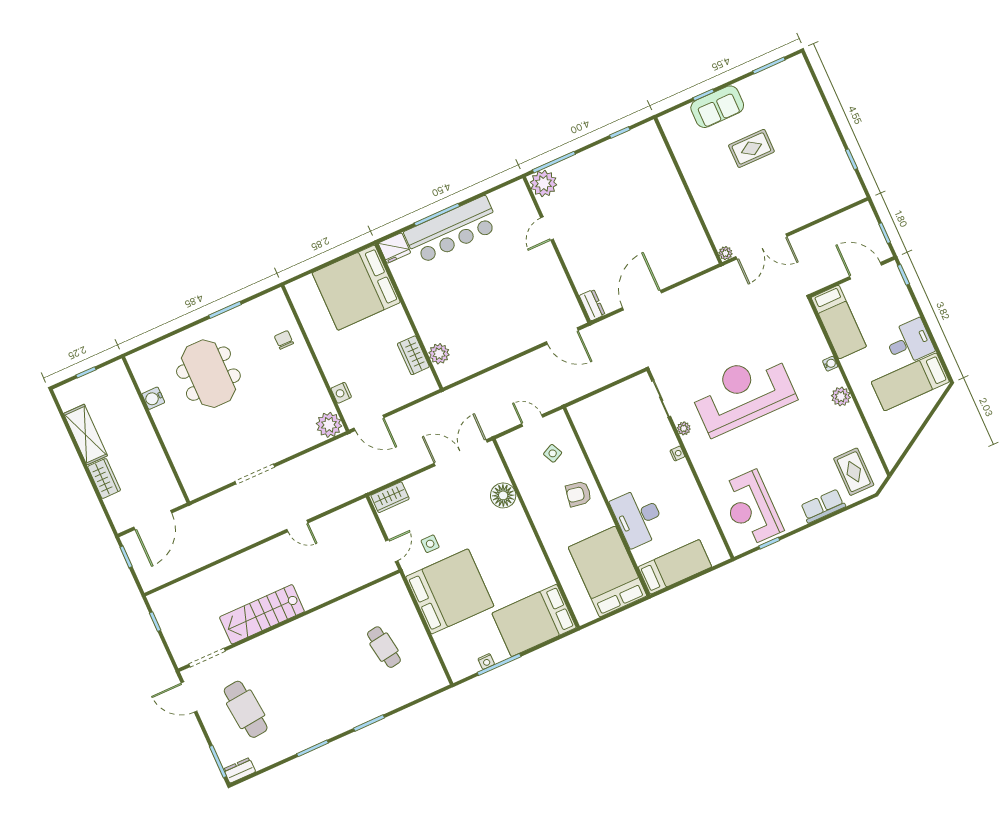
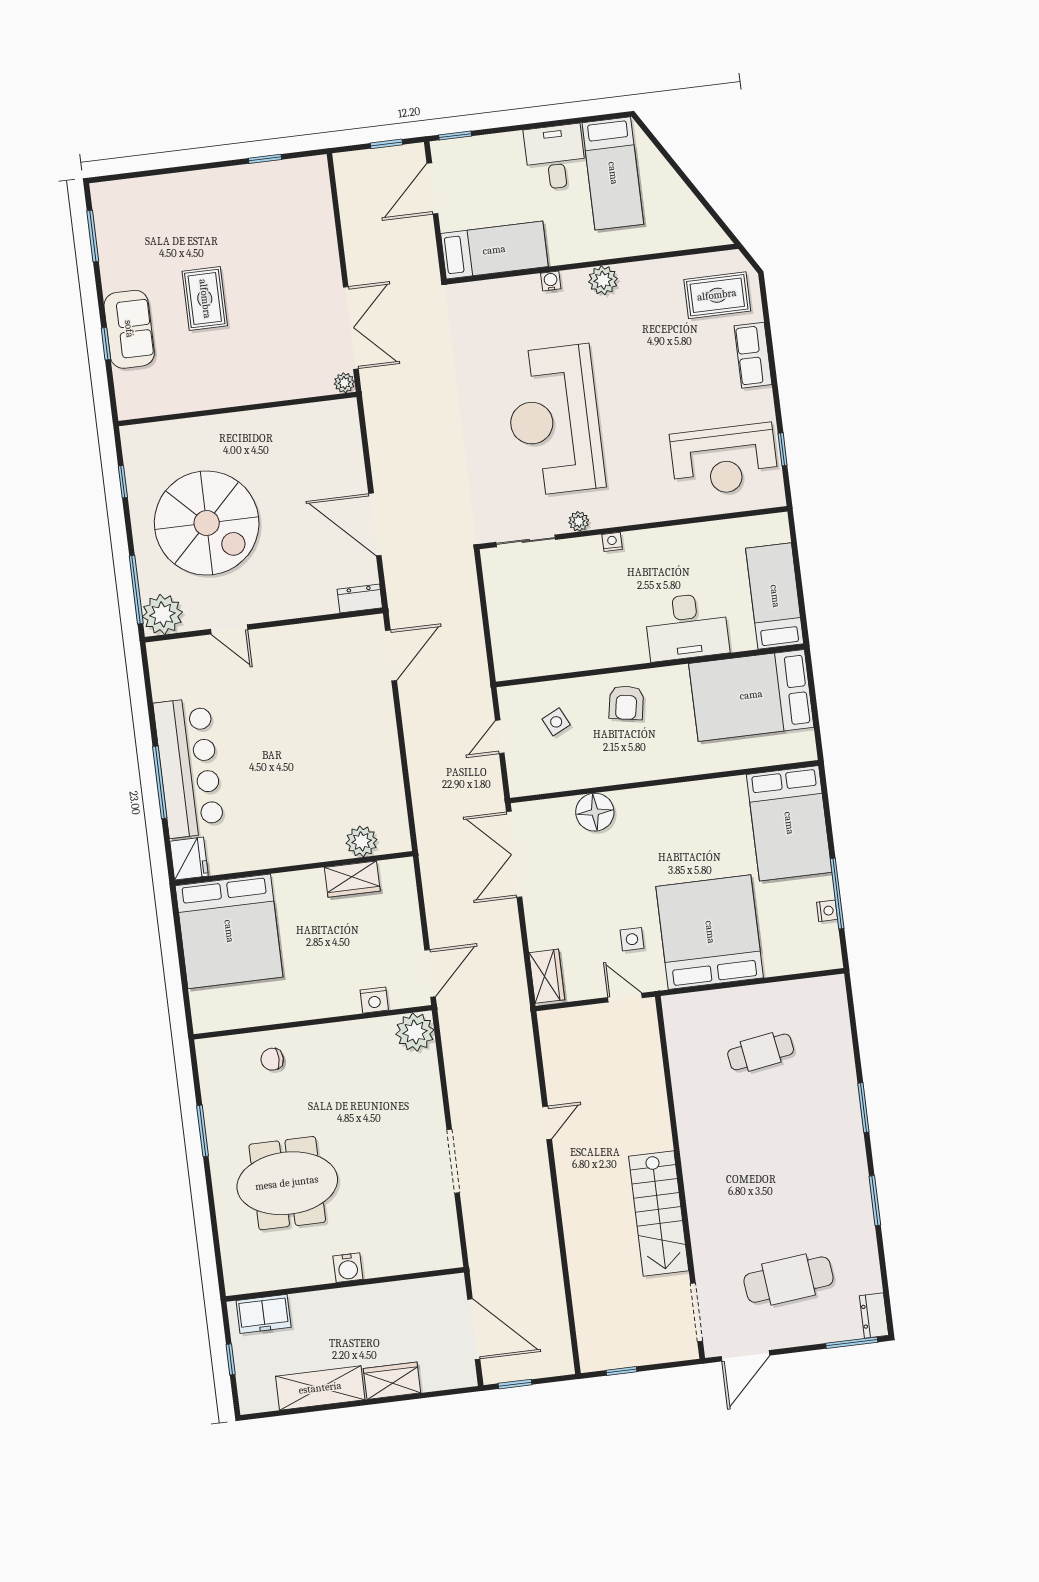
spiral stairs: (610, 194) -> (207, 523), added
freezer: (121, 384) -> (264, 1314), added
water cooler: (153, 398) -> (348, 1268), moved

